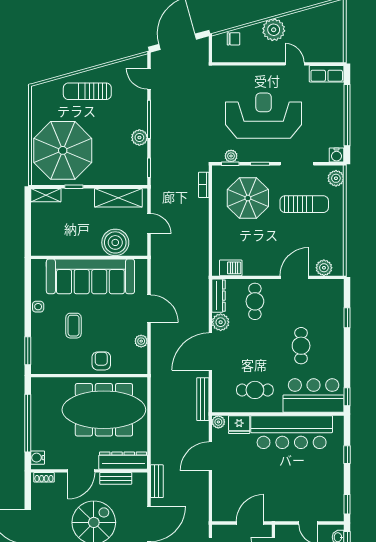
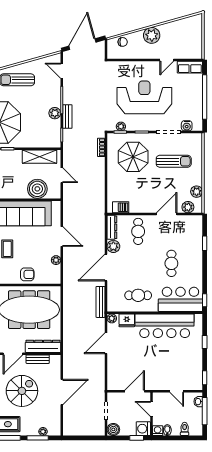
door: (295, 64) -> (167, 60), swing flipped
water cooler: (336, 155) -> (187, 126), moved
plant: (336, 178) -> (197, 192), moved
armchair: (101, 361) -> (27, 274), turned 91
bench: (157, 481) -> (67, 117), moved

